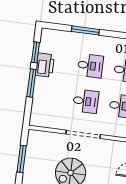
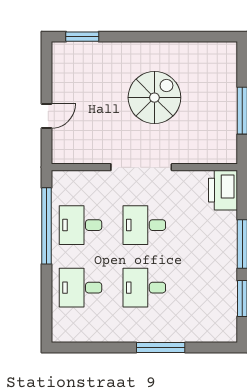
printer: (45, 65) -> (223, 190), moved

